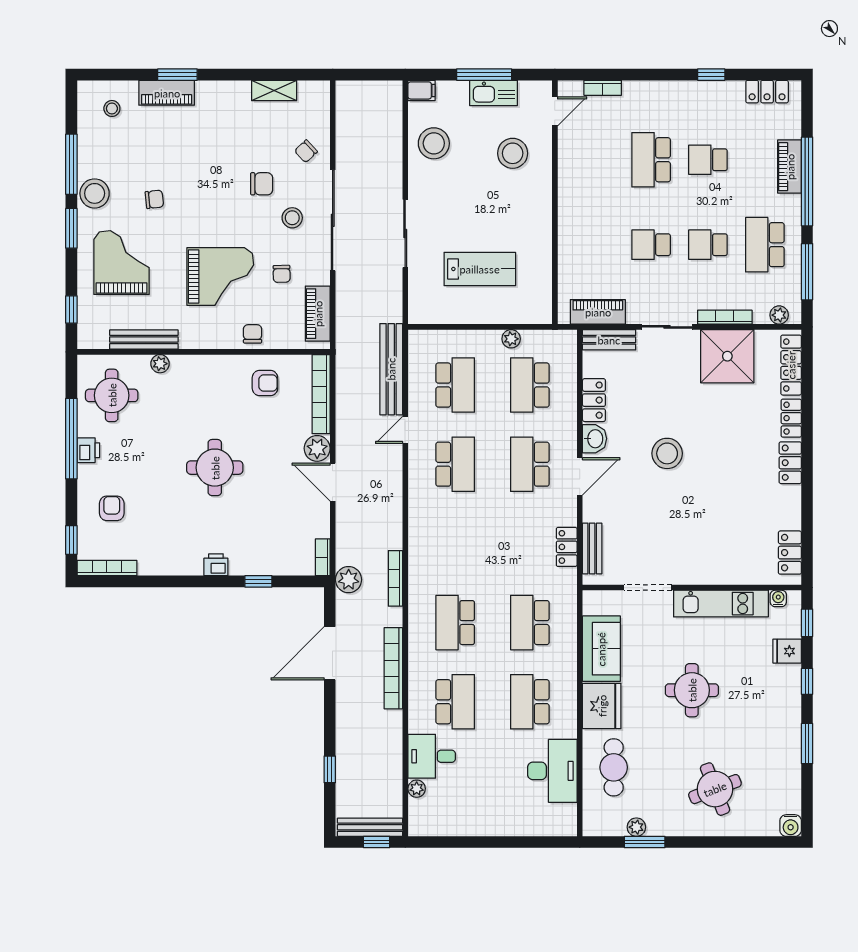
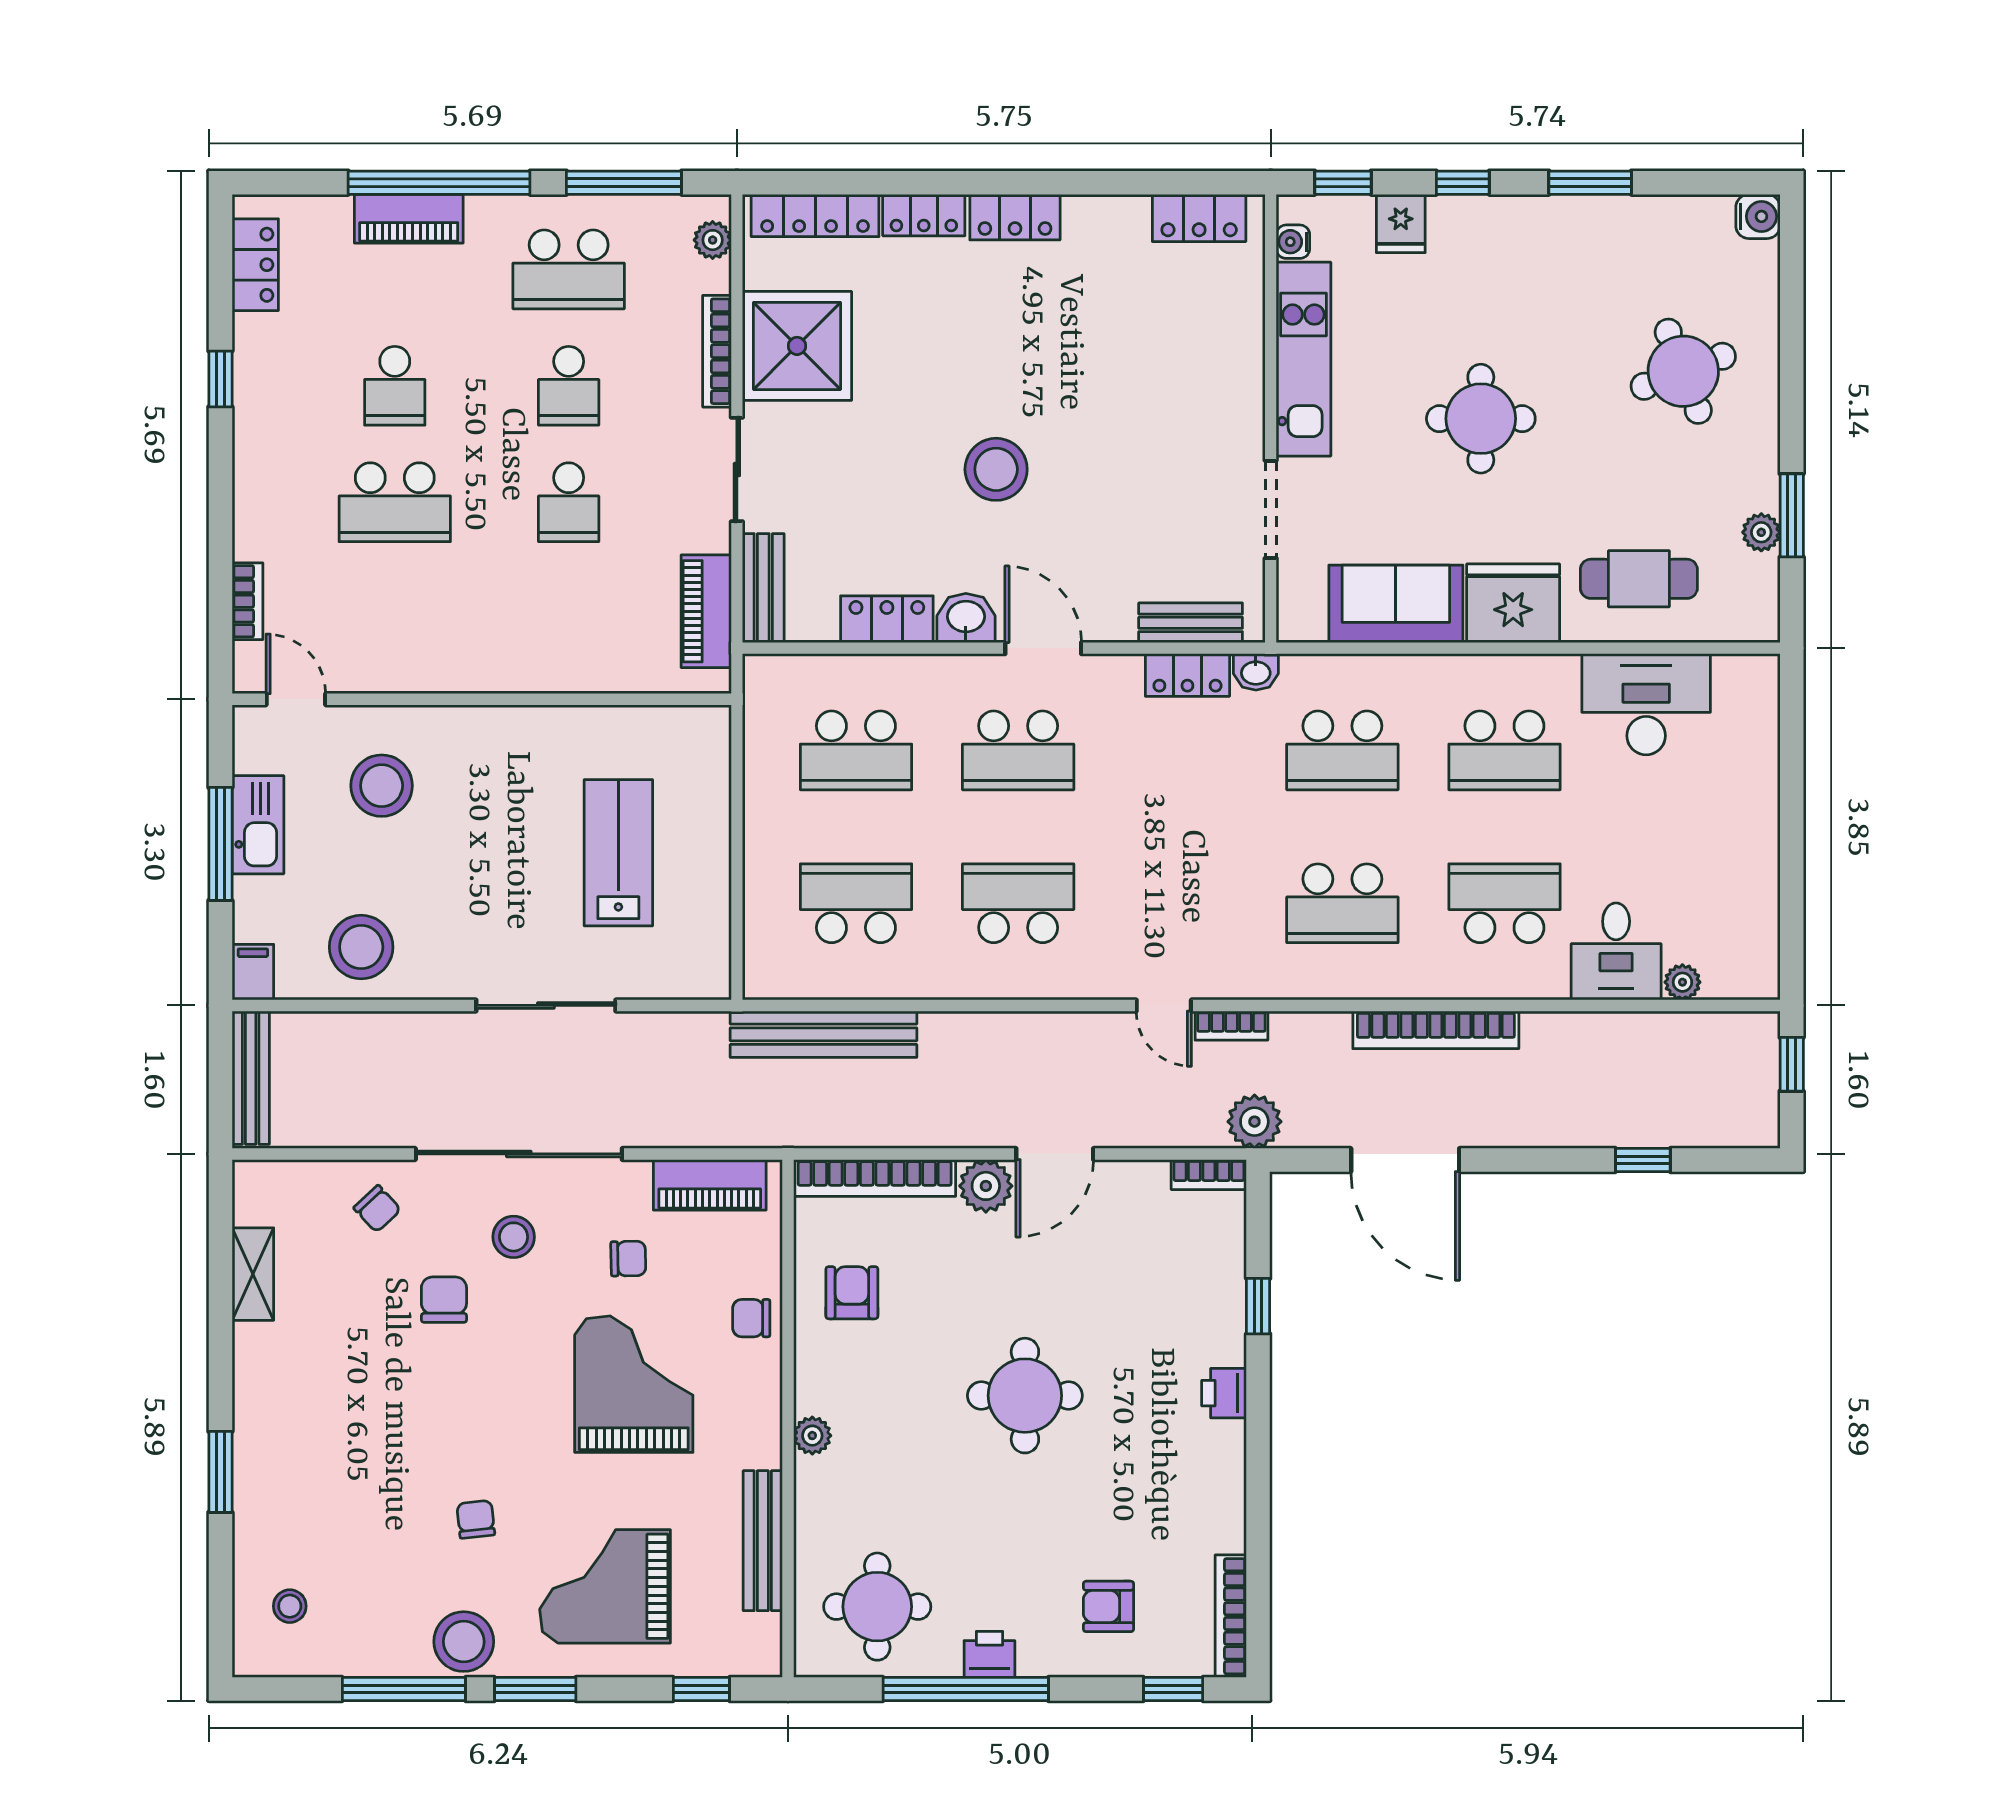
piano: (167, 93) -> (258, 1494), removed
plant: (511, 339) -> (761, 789), removed
plant: (160, 364) -> (812, 1436), moved
door: (405, 430) -> (1164, 1005), moved
bookcase: (395, 578) -> (1231, 1026), width x0.64
washbasin: (568, 580) -> (1256, 672), added
bench: (370, 827) -> (251, 1078), moved

